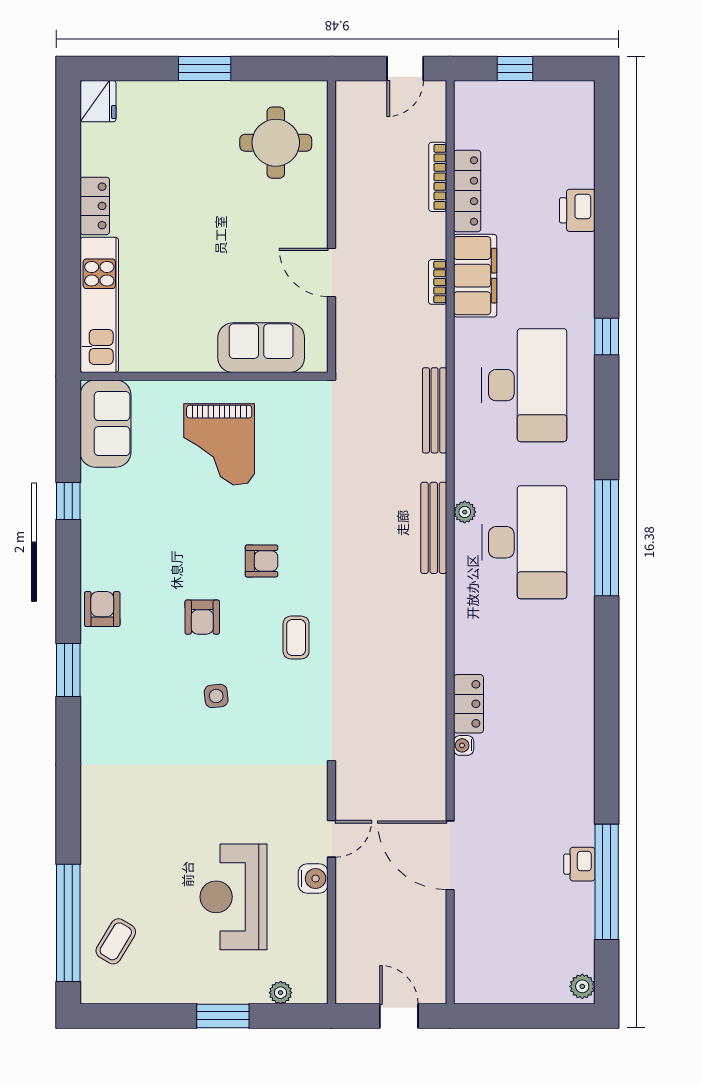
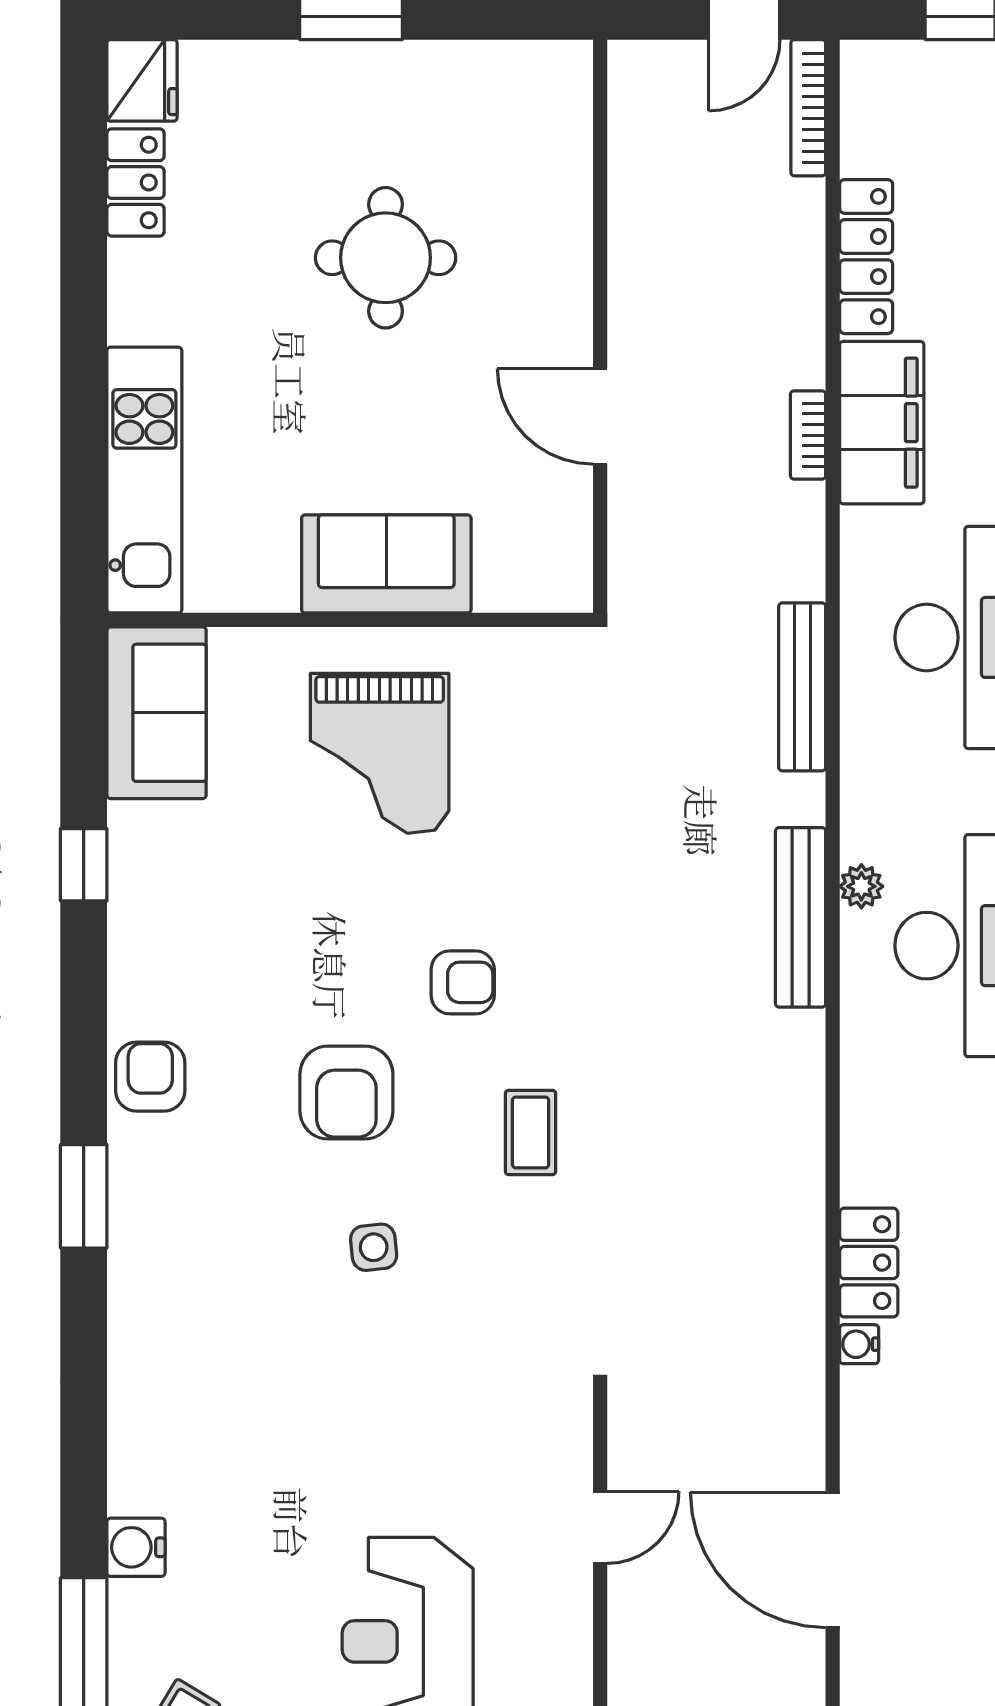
round table: (276, 143) -> (386, 258), moved
bookcase: (438, 177) -> (808, 108), moved
locker: (95, 206) -> (136, 182), moved
sofa: (261, 348) -> (386, 564), moved
armchair: (202, 617) -> (346, 1092), width x1.38, depth x1.38
water cooler: (313, 879) -> (136, 1547), moved, turned 180

